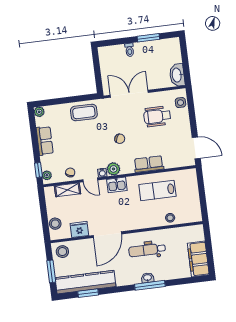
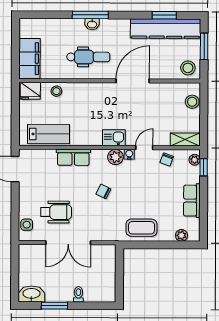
washbasin: (177, 75) -> (31, 294), moved, turned -90
double door: (129, 94) -> (68, 243), moved
plant: (39, 112) -> (181, 235), moved
door: (90, 180) -> (144, 148), hinge flipped
shelving: (67, 190) -> (185, 140), moved
lab bench: (157, 190) -> (48, 134), moved
fridge: (79, 229) -> (30, 91), moved
filing cabinet: (198, 259) -> (30, 59), moved

